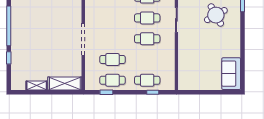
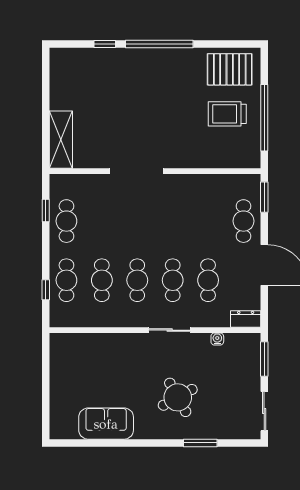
cafe table: (112, 59) -> (102, 280), moved
sofa: (231, 74) -> (106, 424), moved
shelving: (37, 86) -> (57, 92), removed

